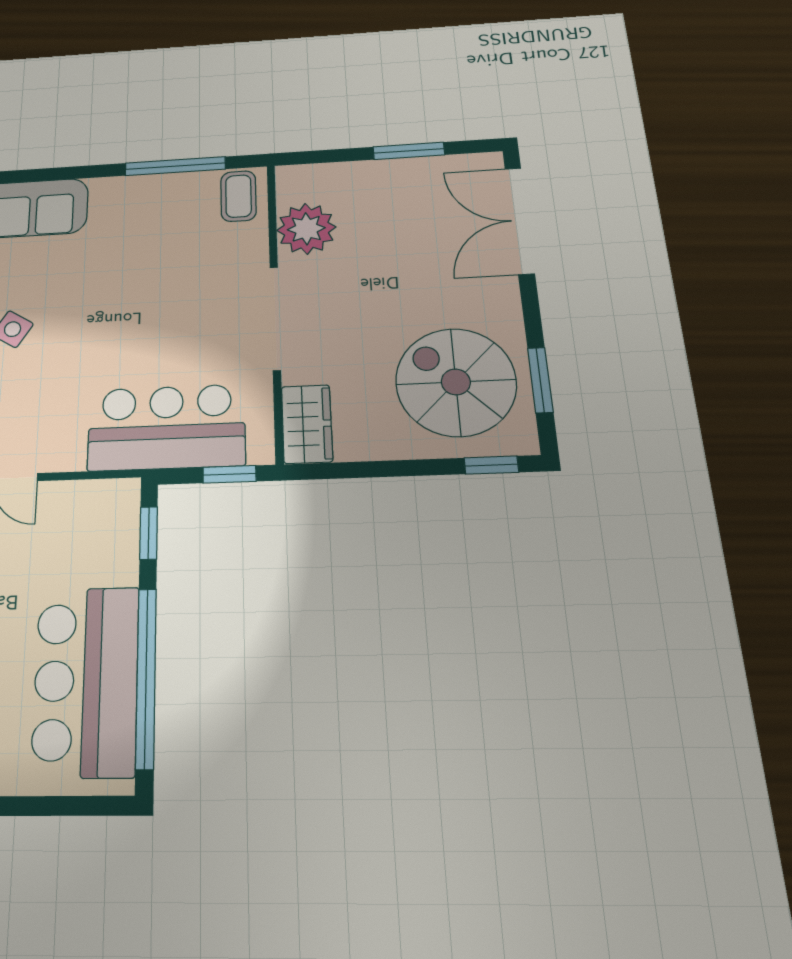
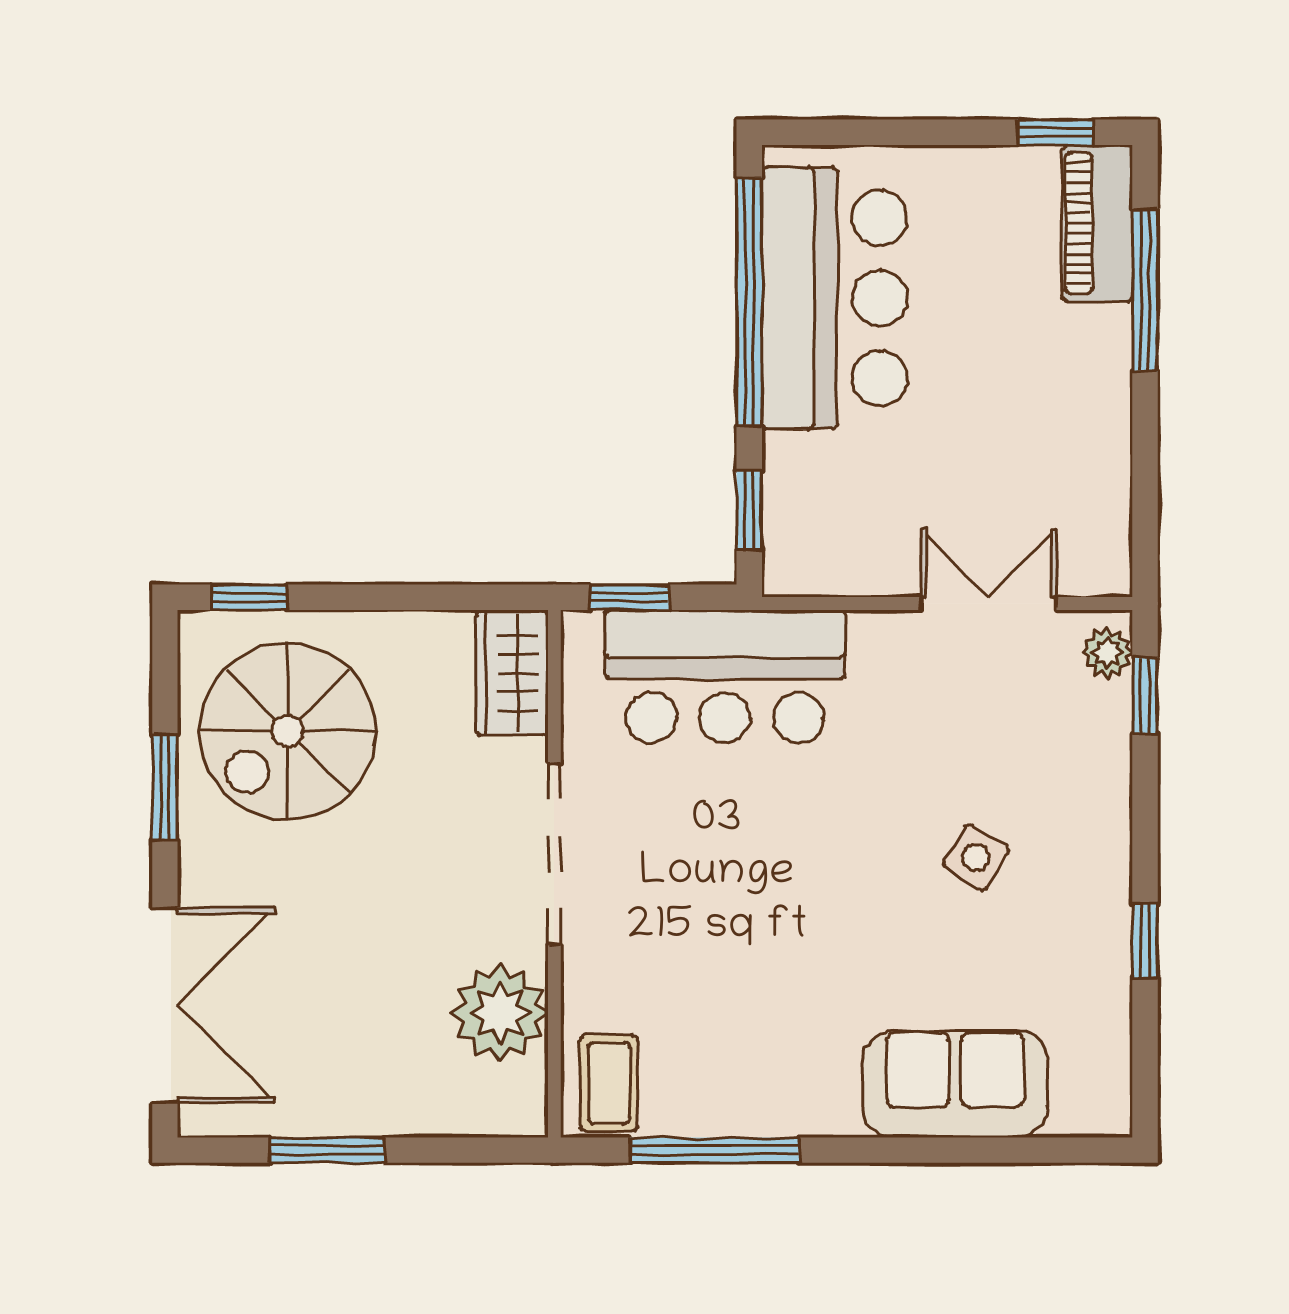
window: (540, 380) -> (165, 787), moved
spiral stairs: (456, 382) -> (288, 731), turned 90

